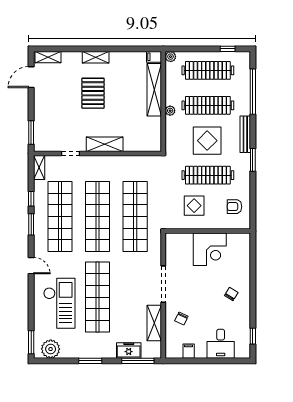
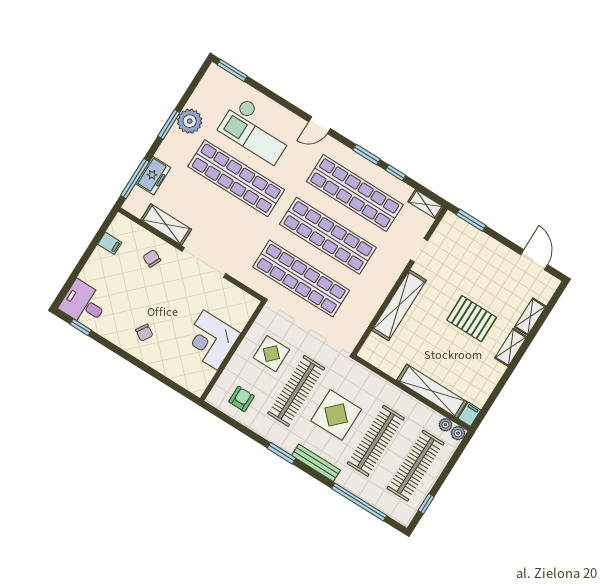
shelving: (48, 57) -> (530, 317), moved
plant: (170, 111) -> (445, 425), moved
shelving: (105, 144) -> (399, 305), width x1.47
desk: (221, 344) -> (84, 304), moved
plant: (51, 349) -> (190, 121), moved

